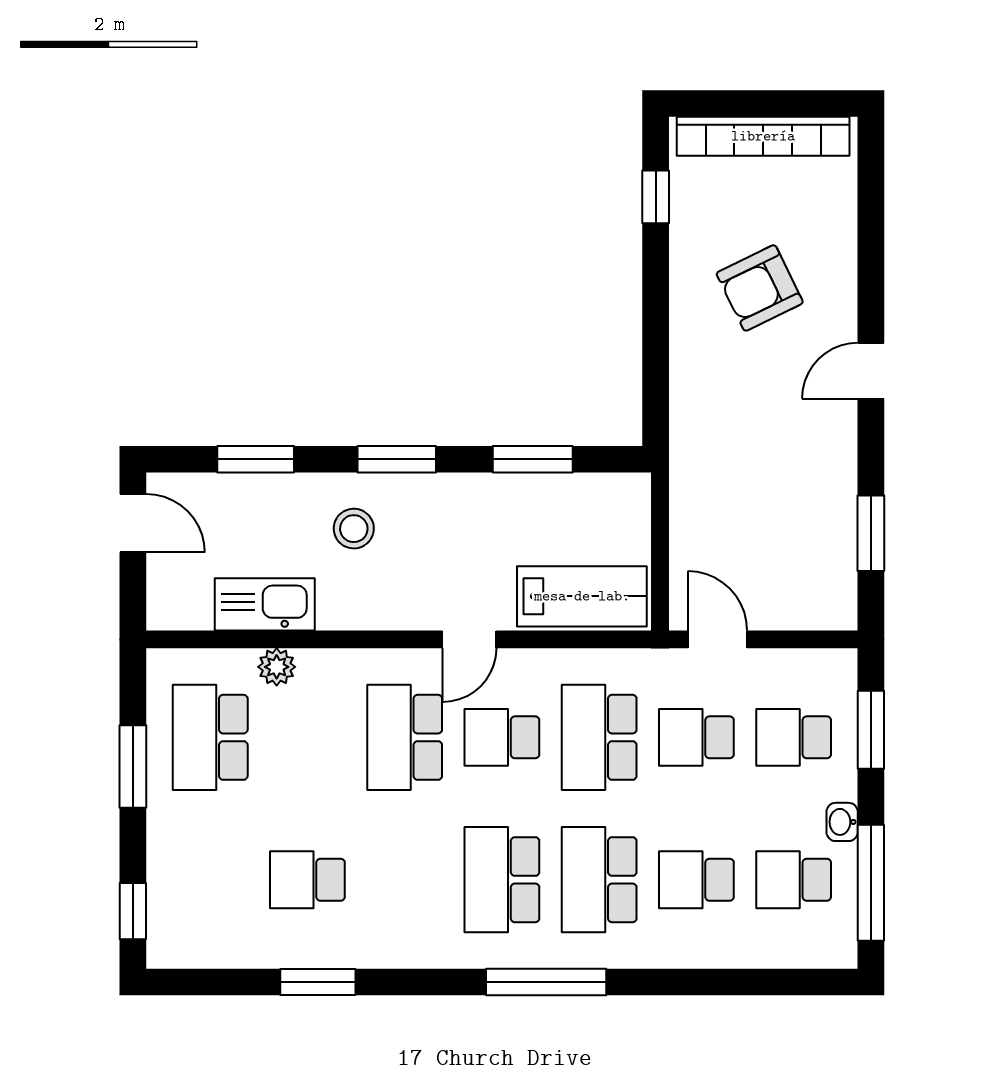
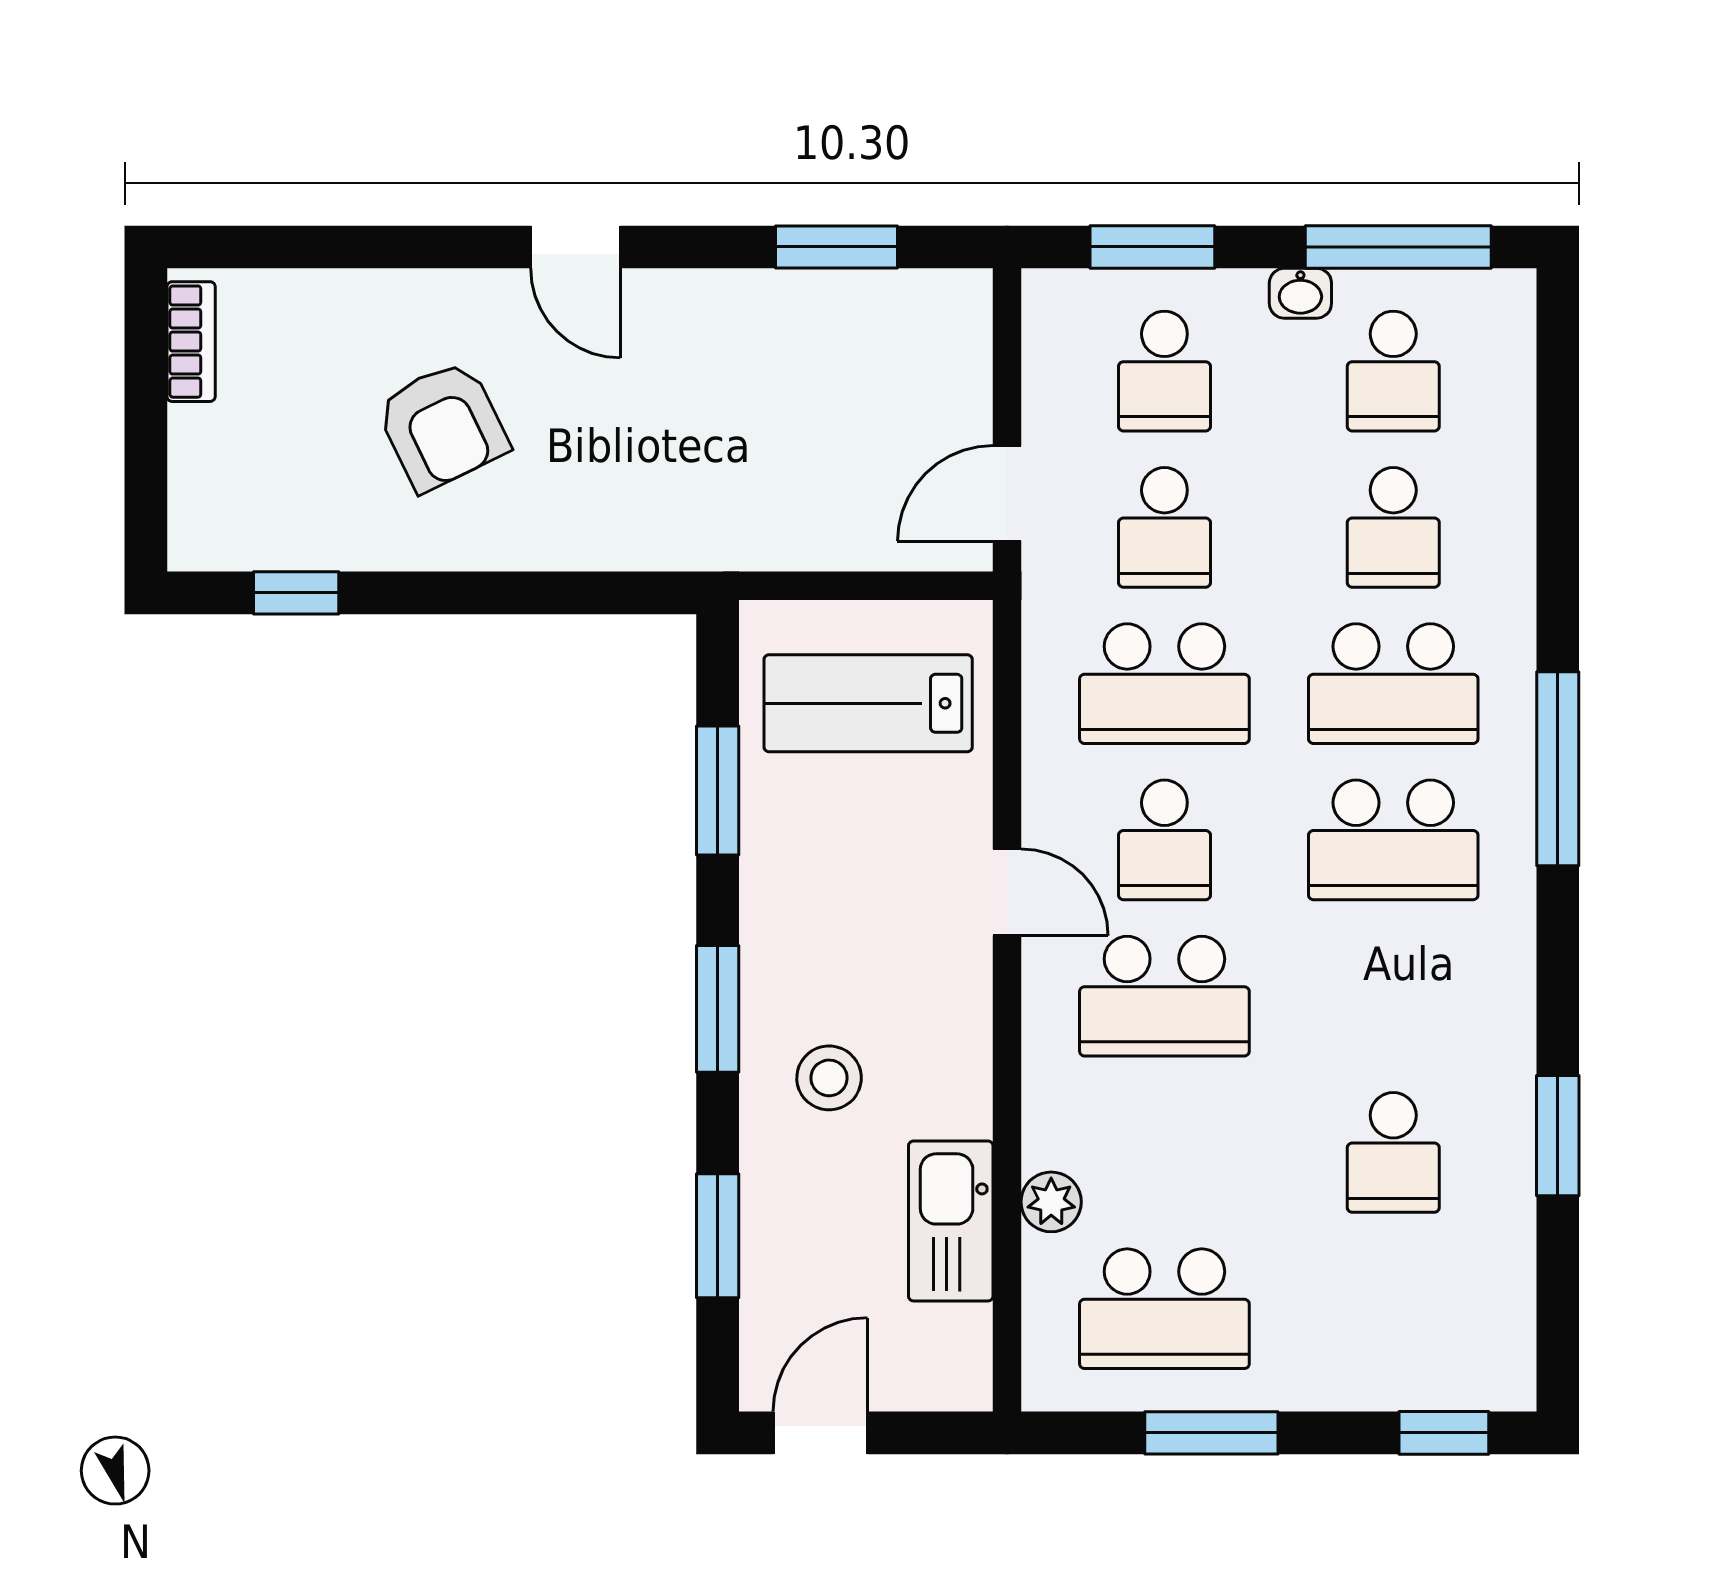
bookcase: (763, 136) -> (191, 342), width x0.43, depth x0.76
lab bench: (582, 596) -> (868, 703), moved, turned -90

